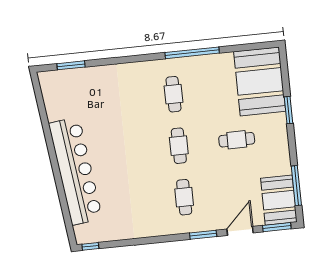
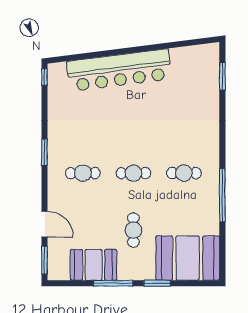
window: (296, 186) -> (113, 283), moved
booth: (279, 200) -> (94, 265), moved
window: (203, 235) -> (44, 152), moved

